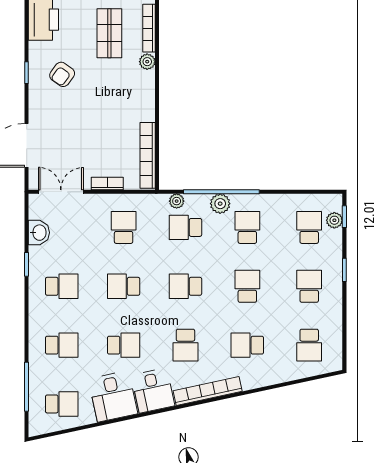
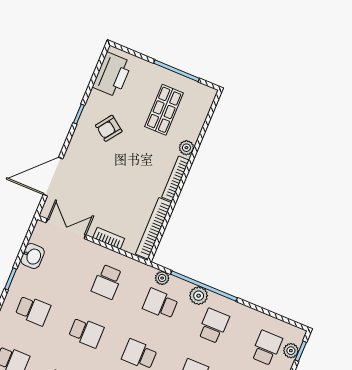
bookcase: (149, 28) -> (175, 179), moved
school desk: (124, 227) -> (107, 282), turned 180
school desk: (124, 286) -> (86, 332), turned 180

